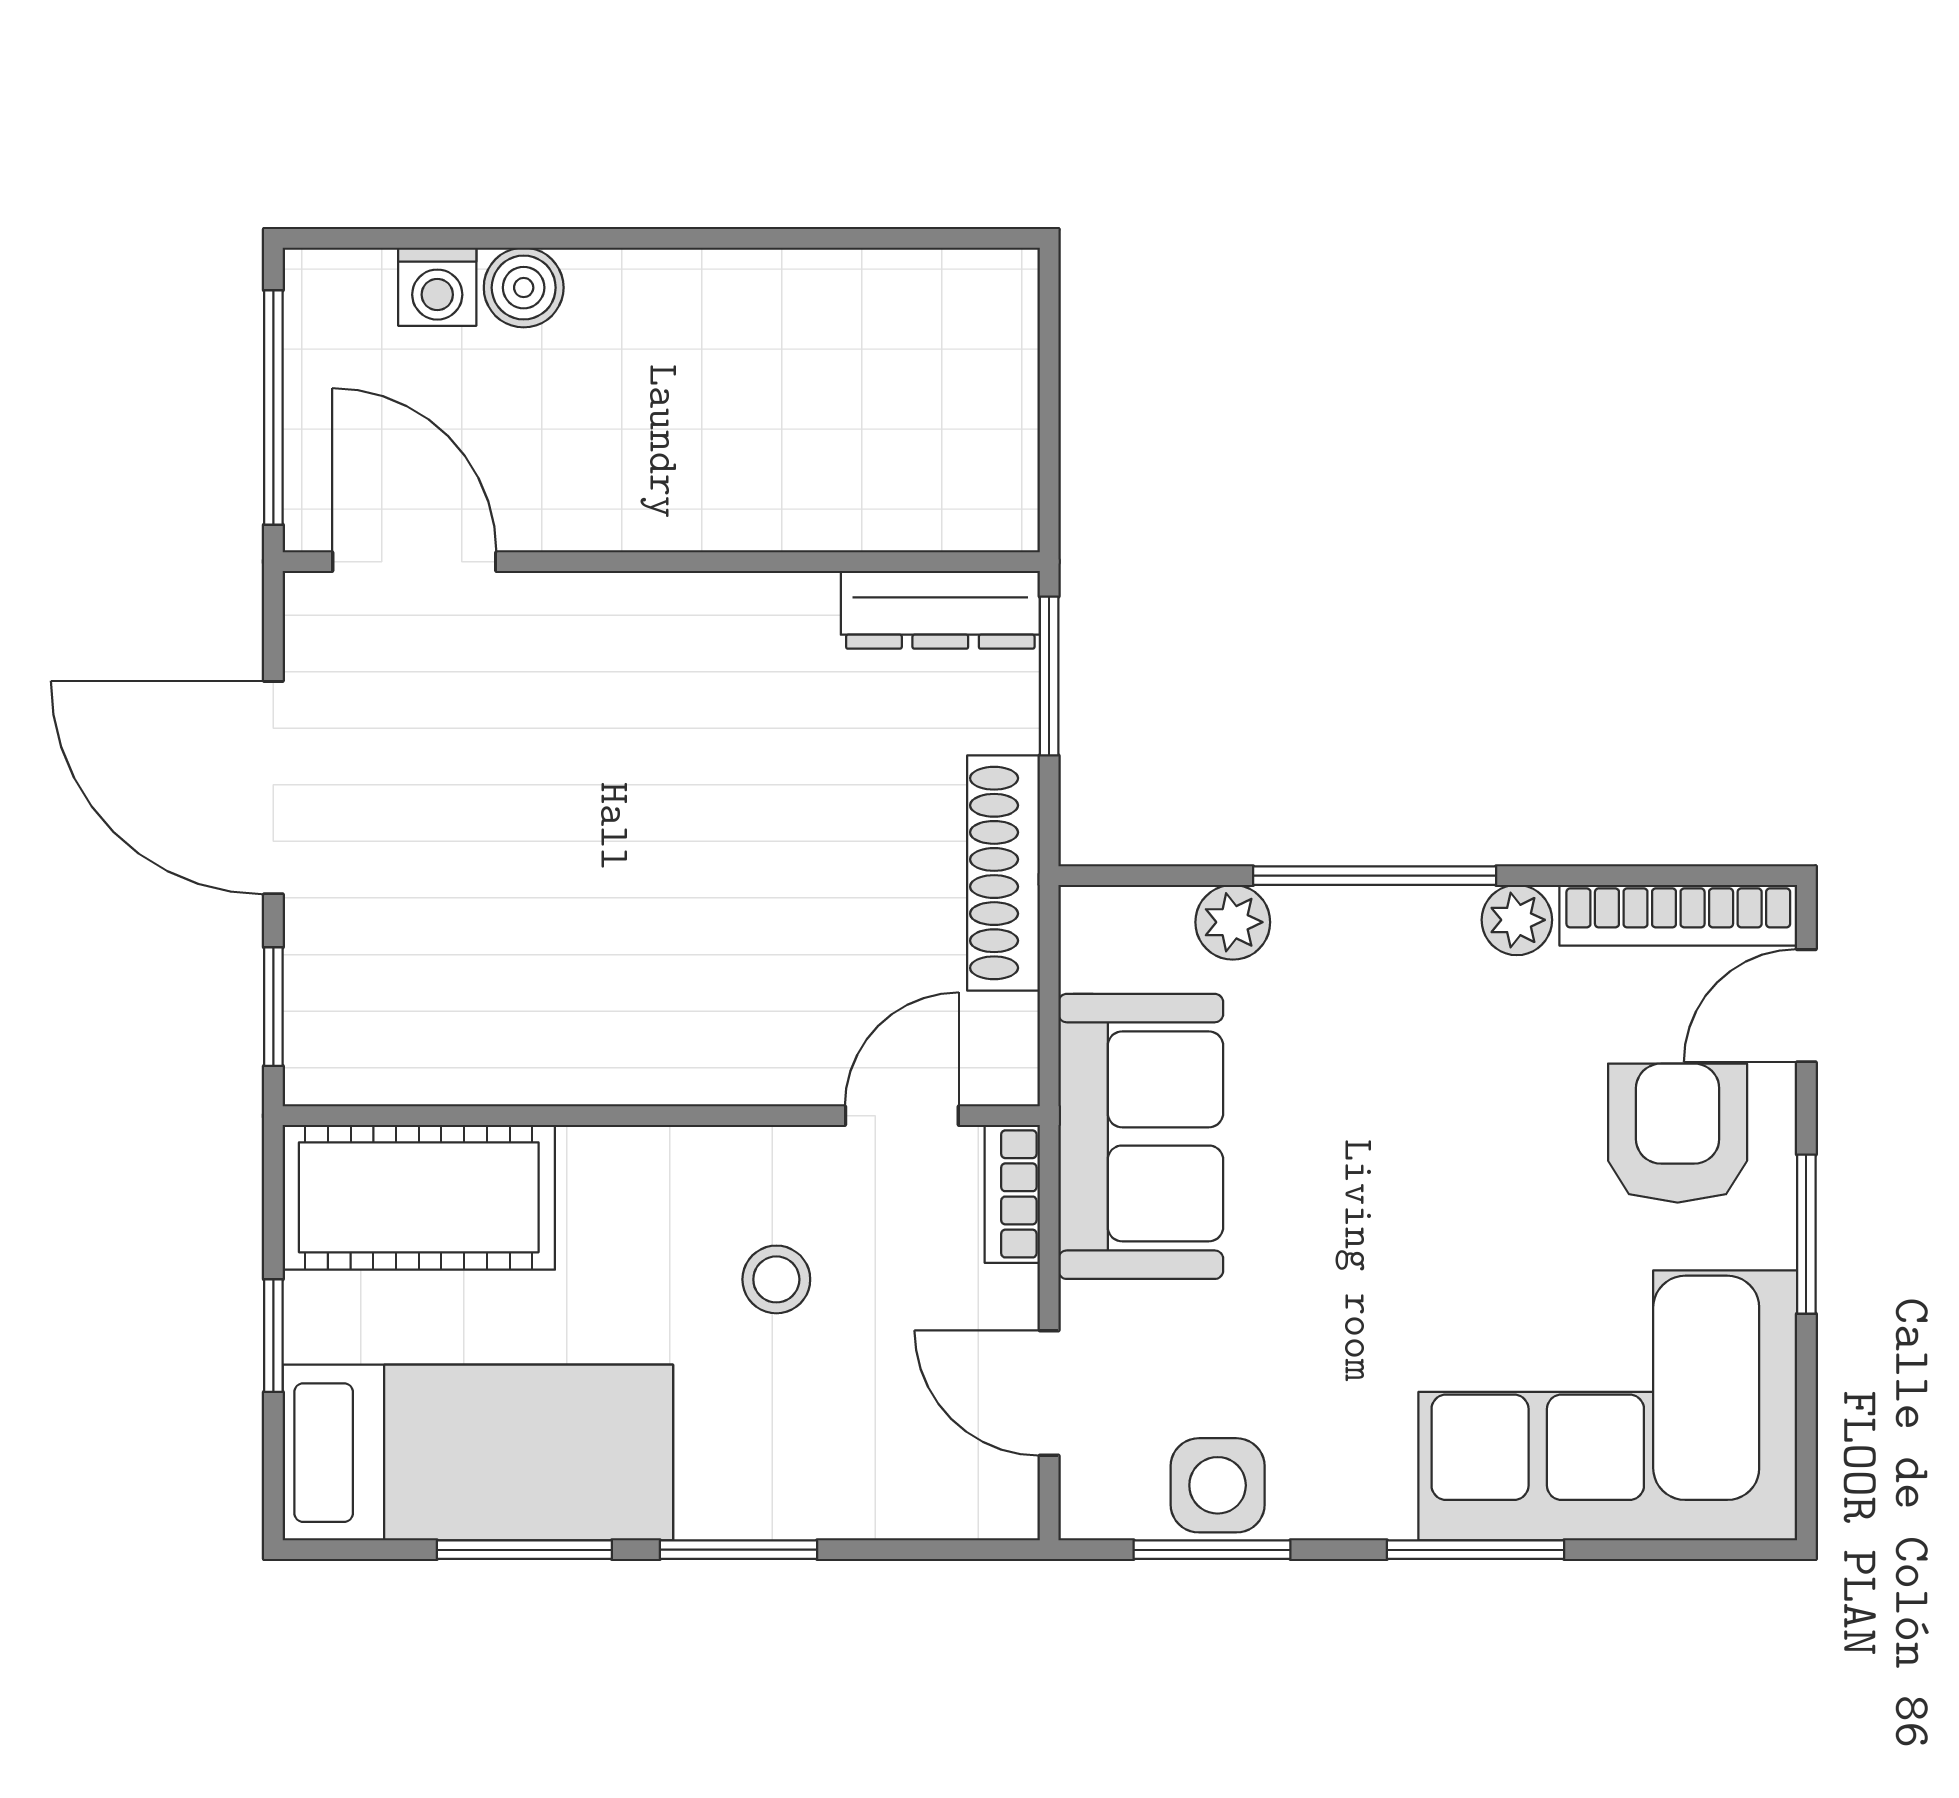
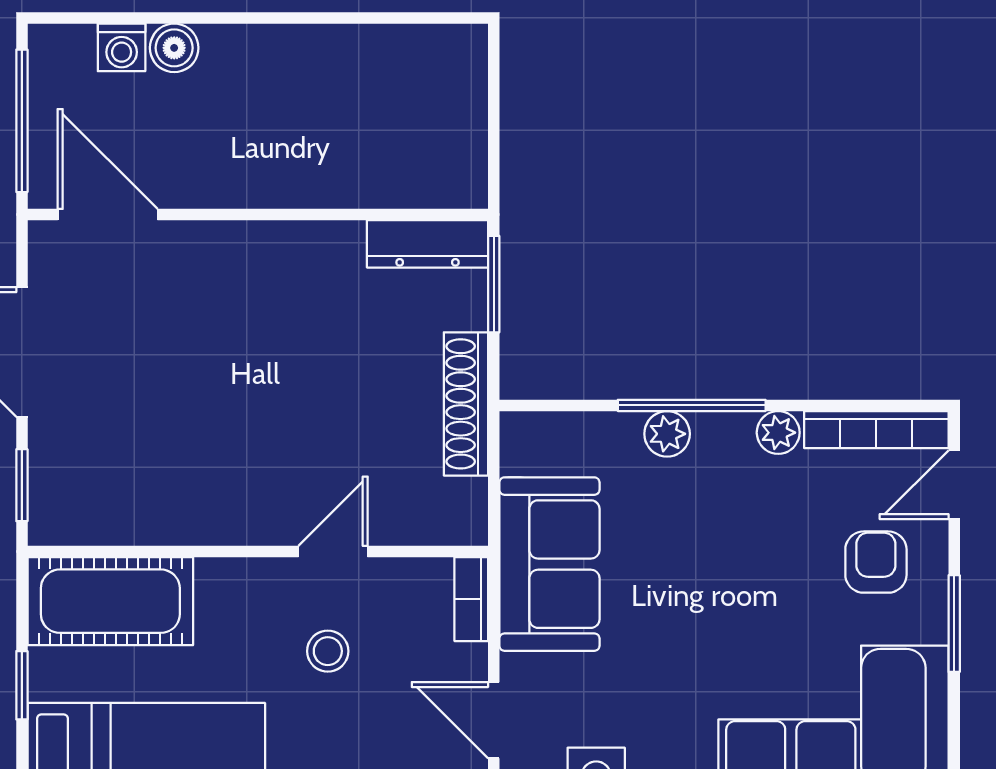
plant: (1233, 922) -> (667, 434), moved
door: (902, 1116) -> (333, 552), moved
armchair: (1678, 1133) -> (876, 562), width x0.72, depth x0.72

